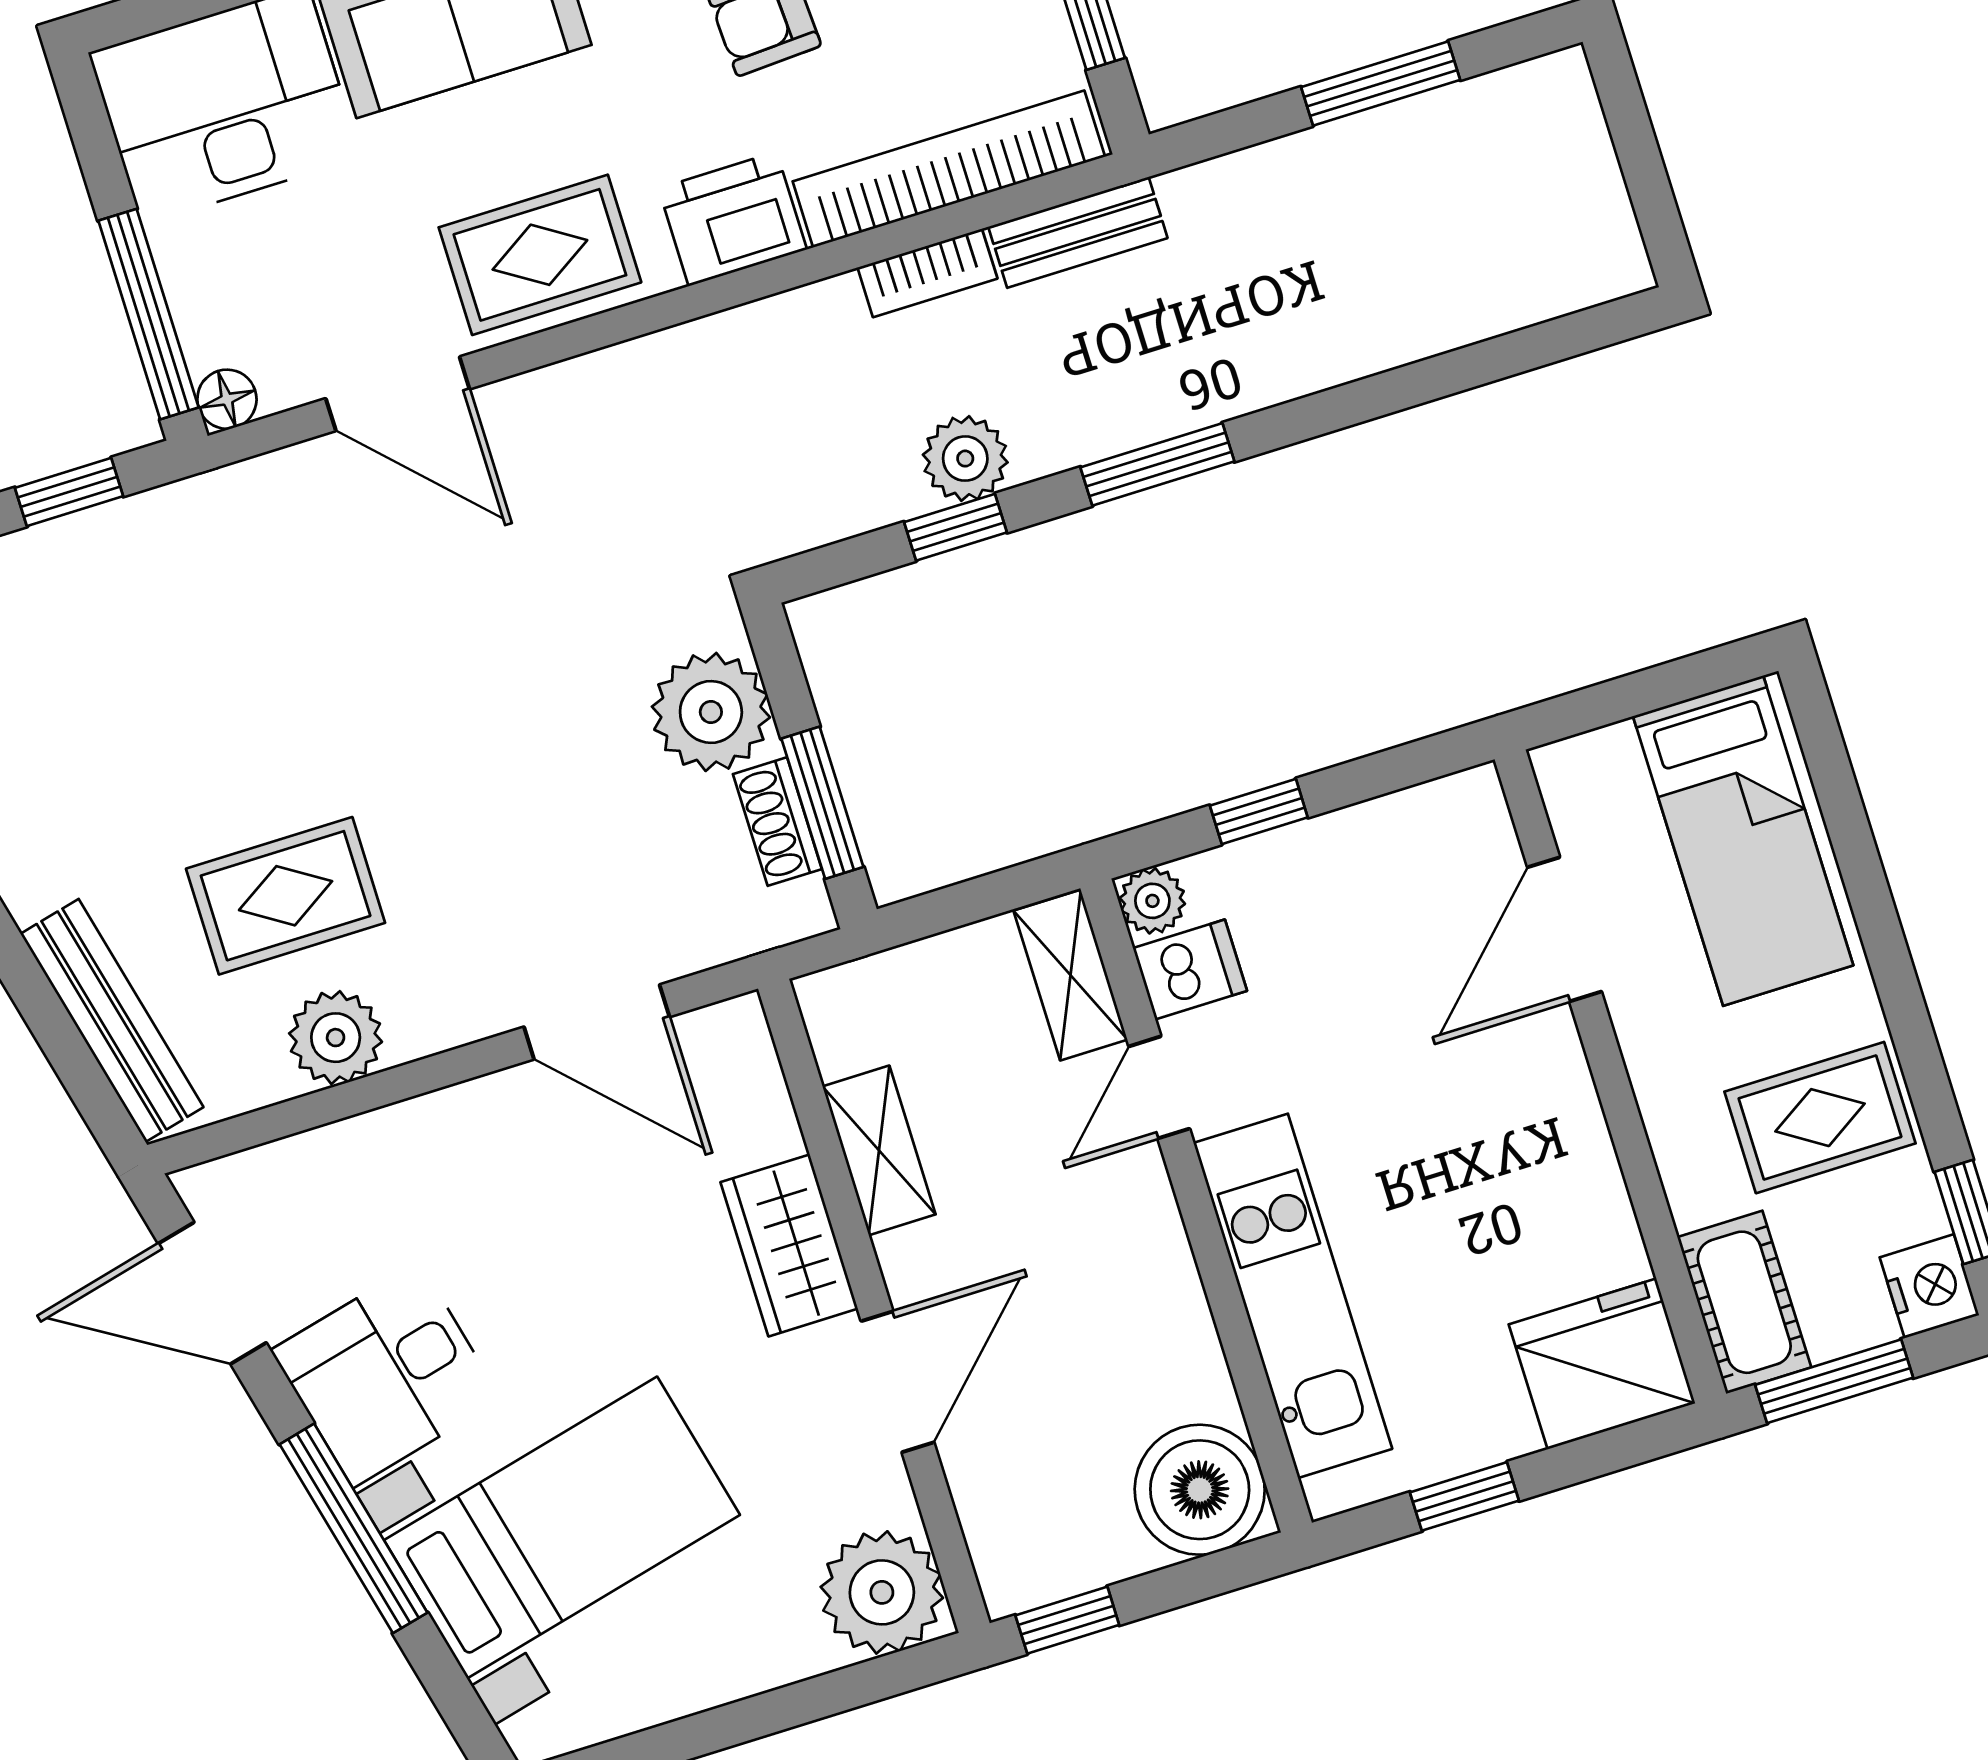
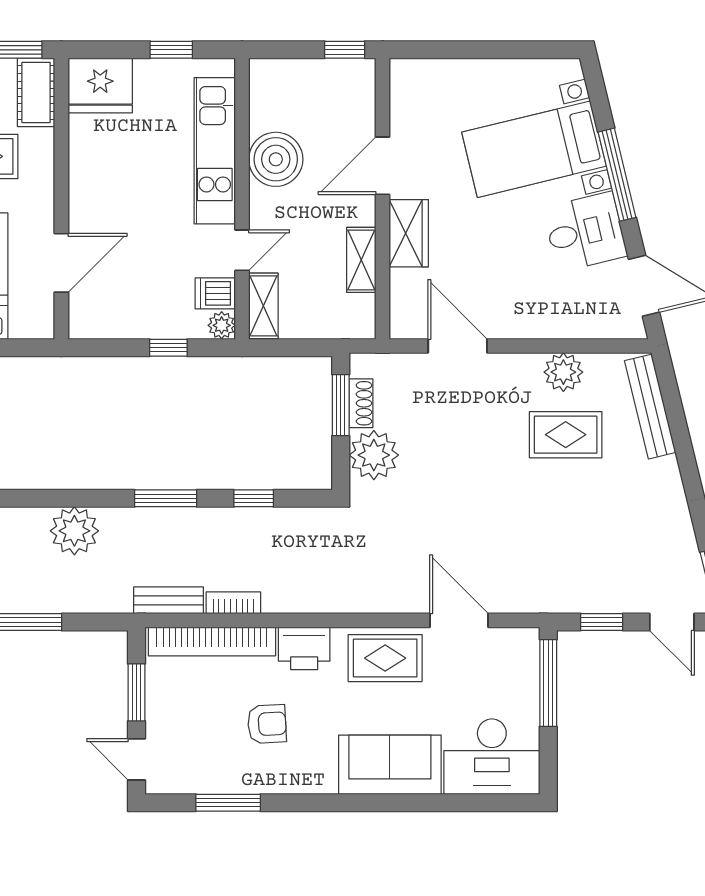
floor lamp: (227, 399) -> (527, 639), removed
plant: (965, 459) -> (74, 531), moved, width x1.36, depth x1.36
boiler: (1200, 1490) -> (276, 159), moved
plant: (882, 1592) -> (415, 84), removed

